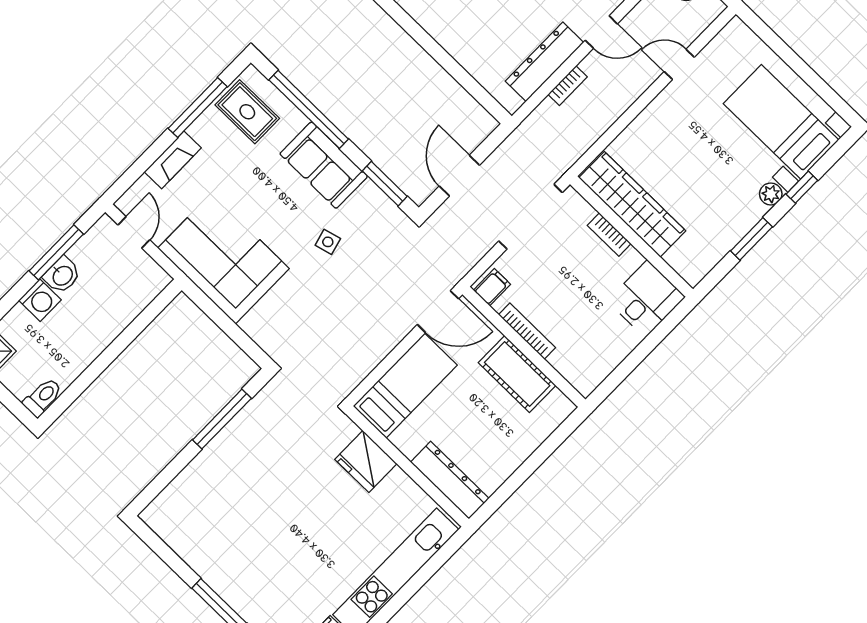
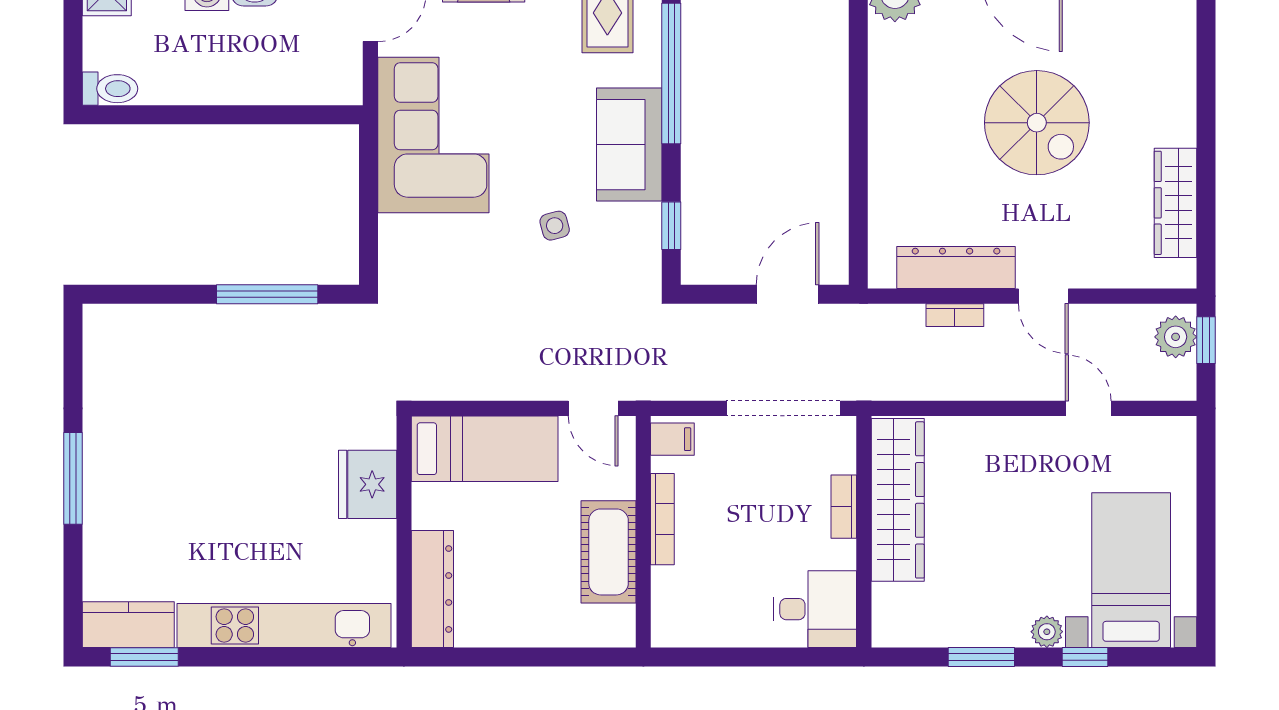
door: (459, 176) -> (788, 294), moved
window: (385, 184) -> (671, 226), width x0.67
door: (438, 312) -> (593, 408), width x0.73

